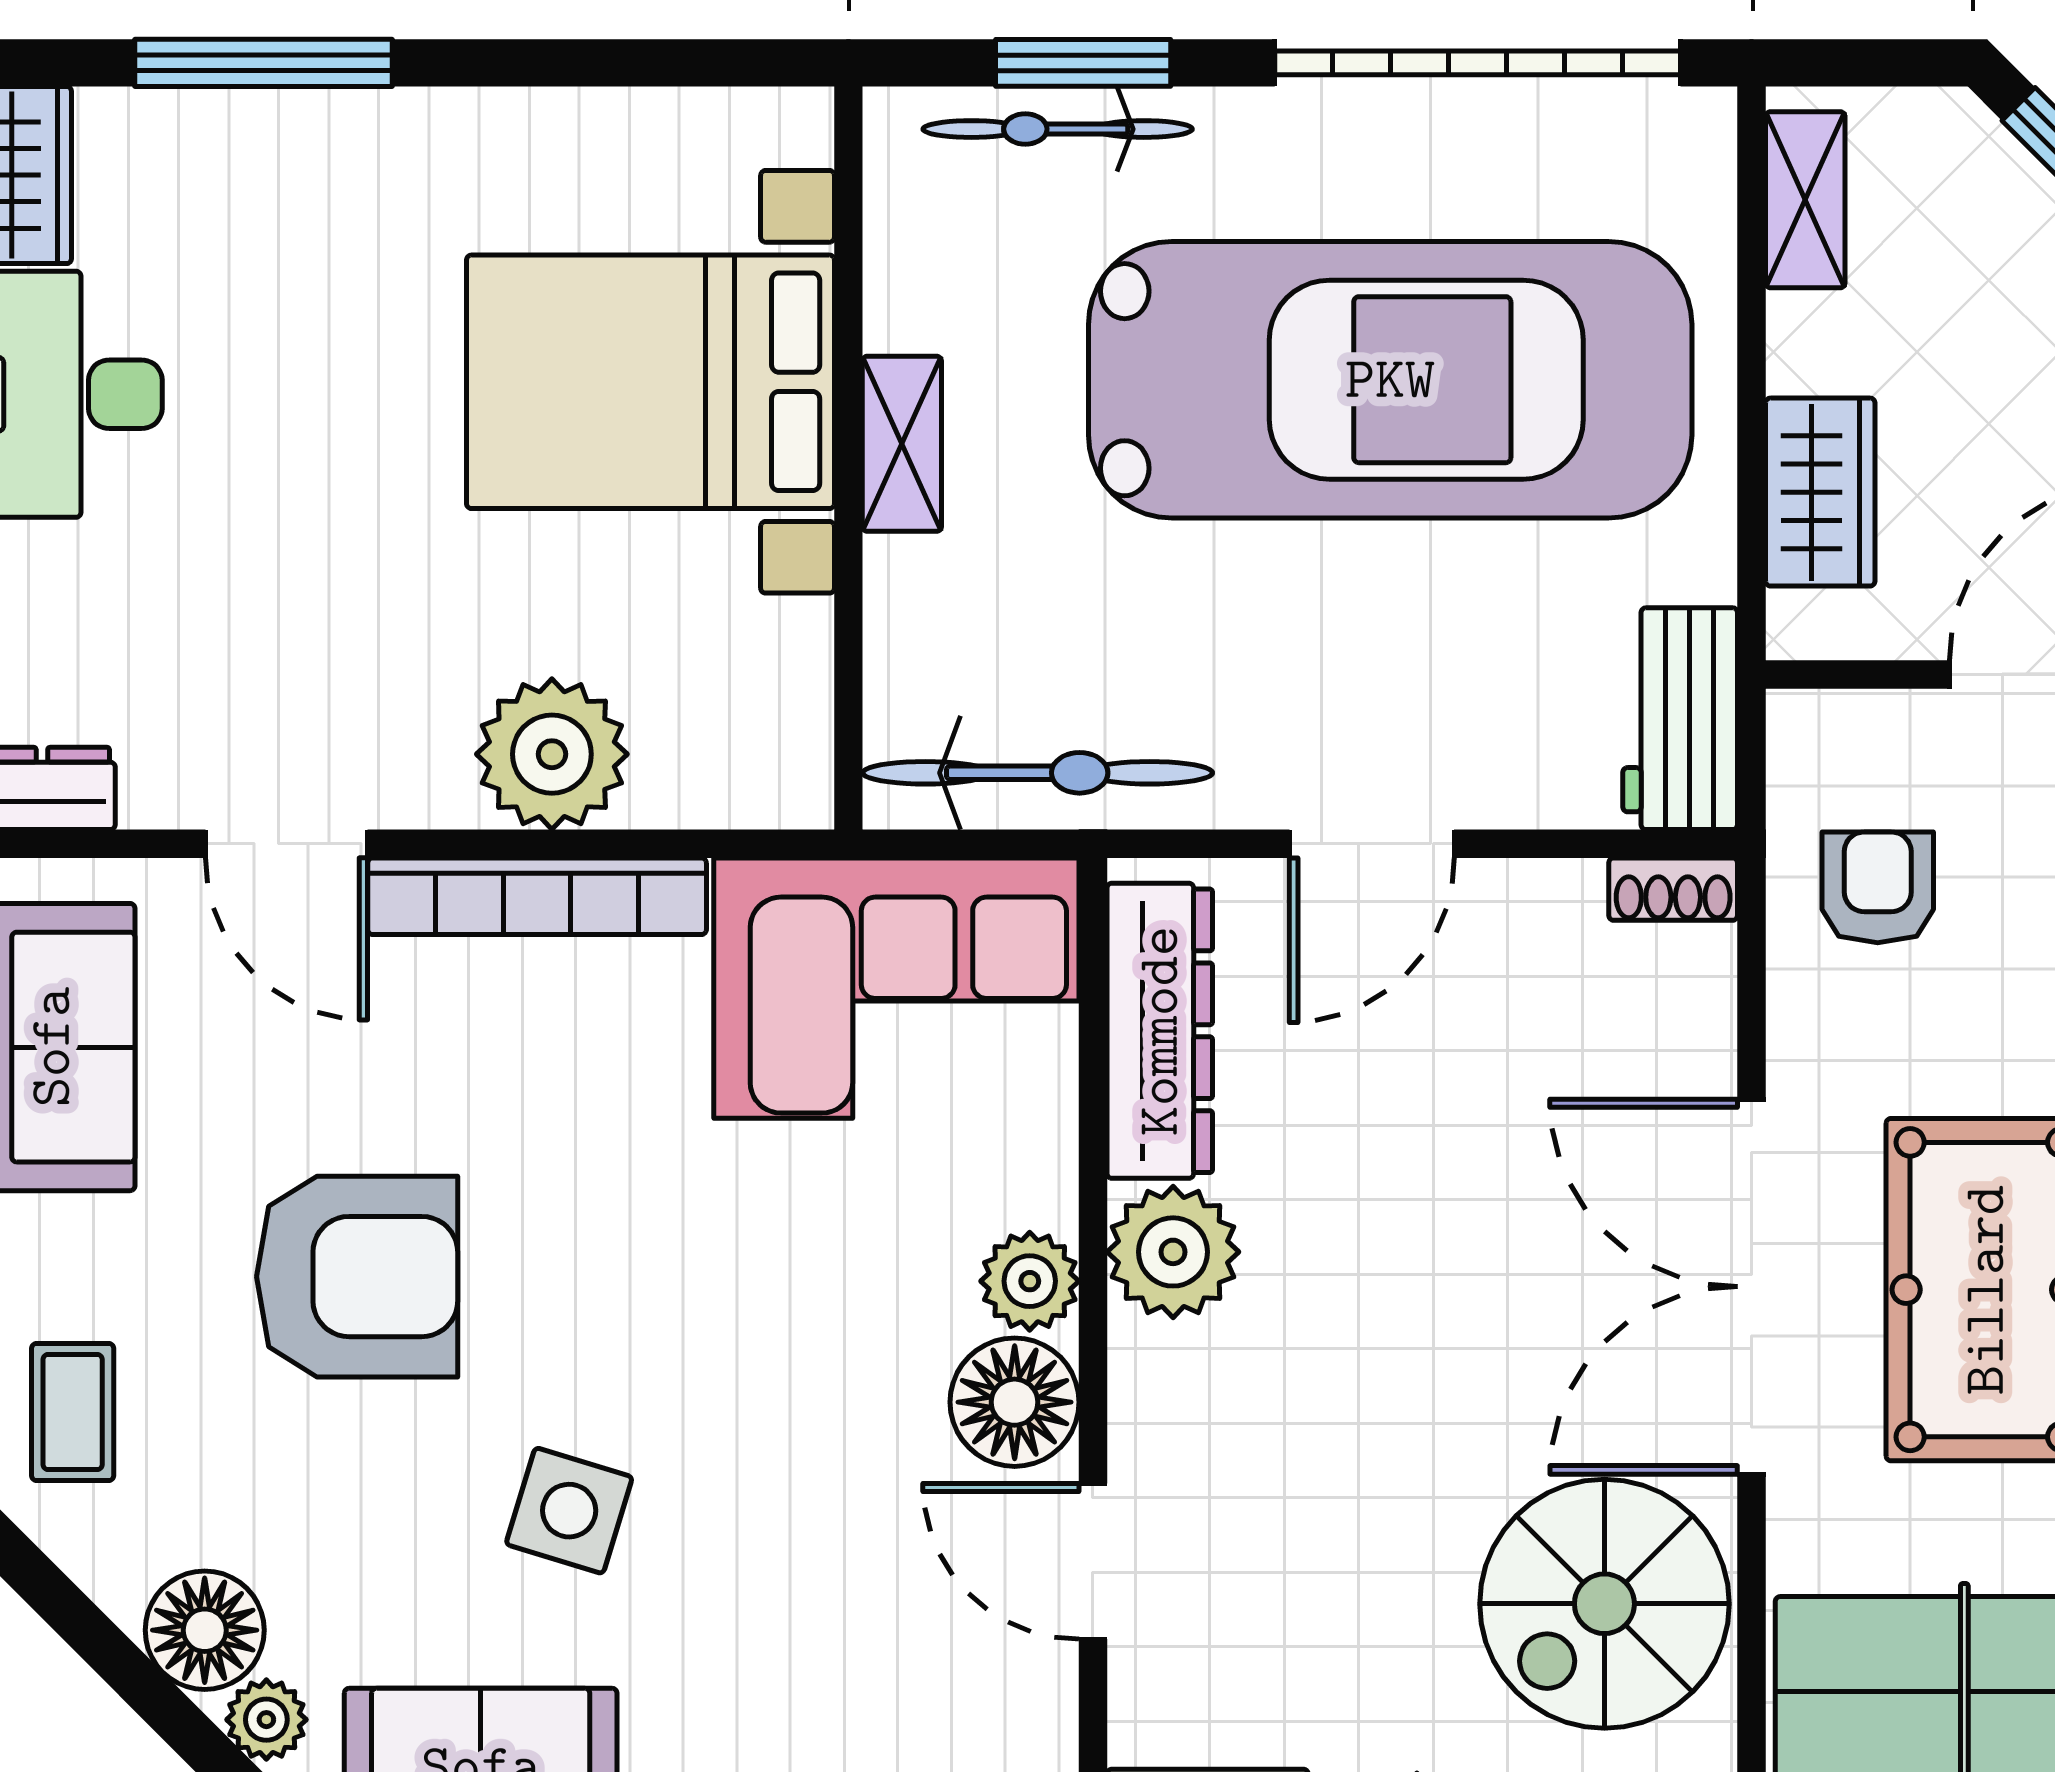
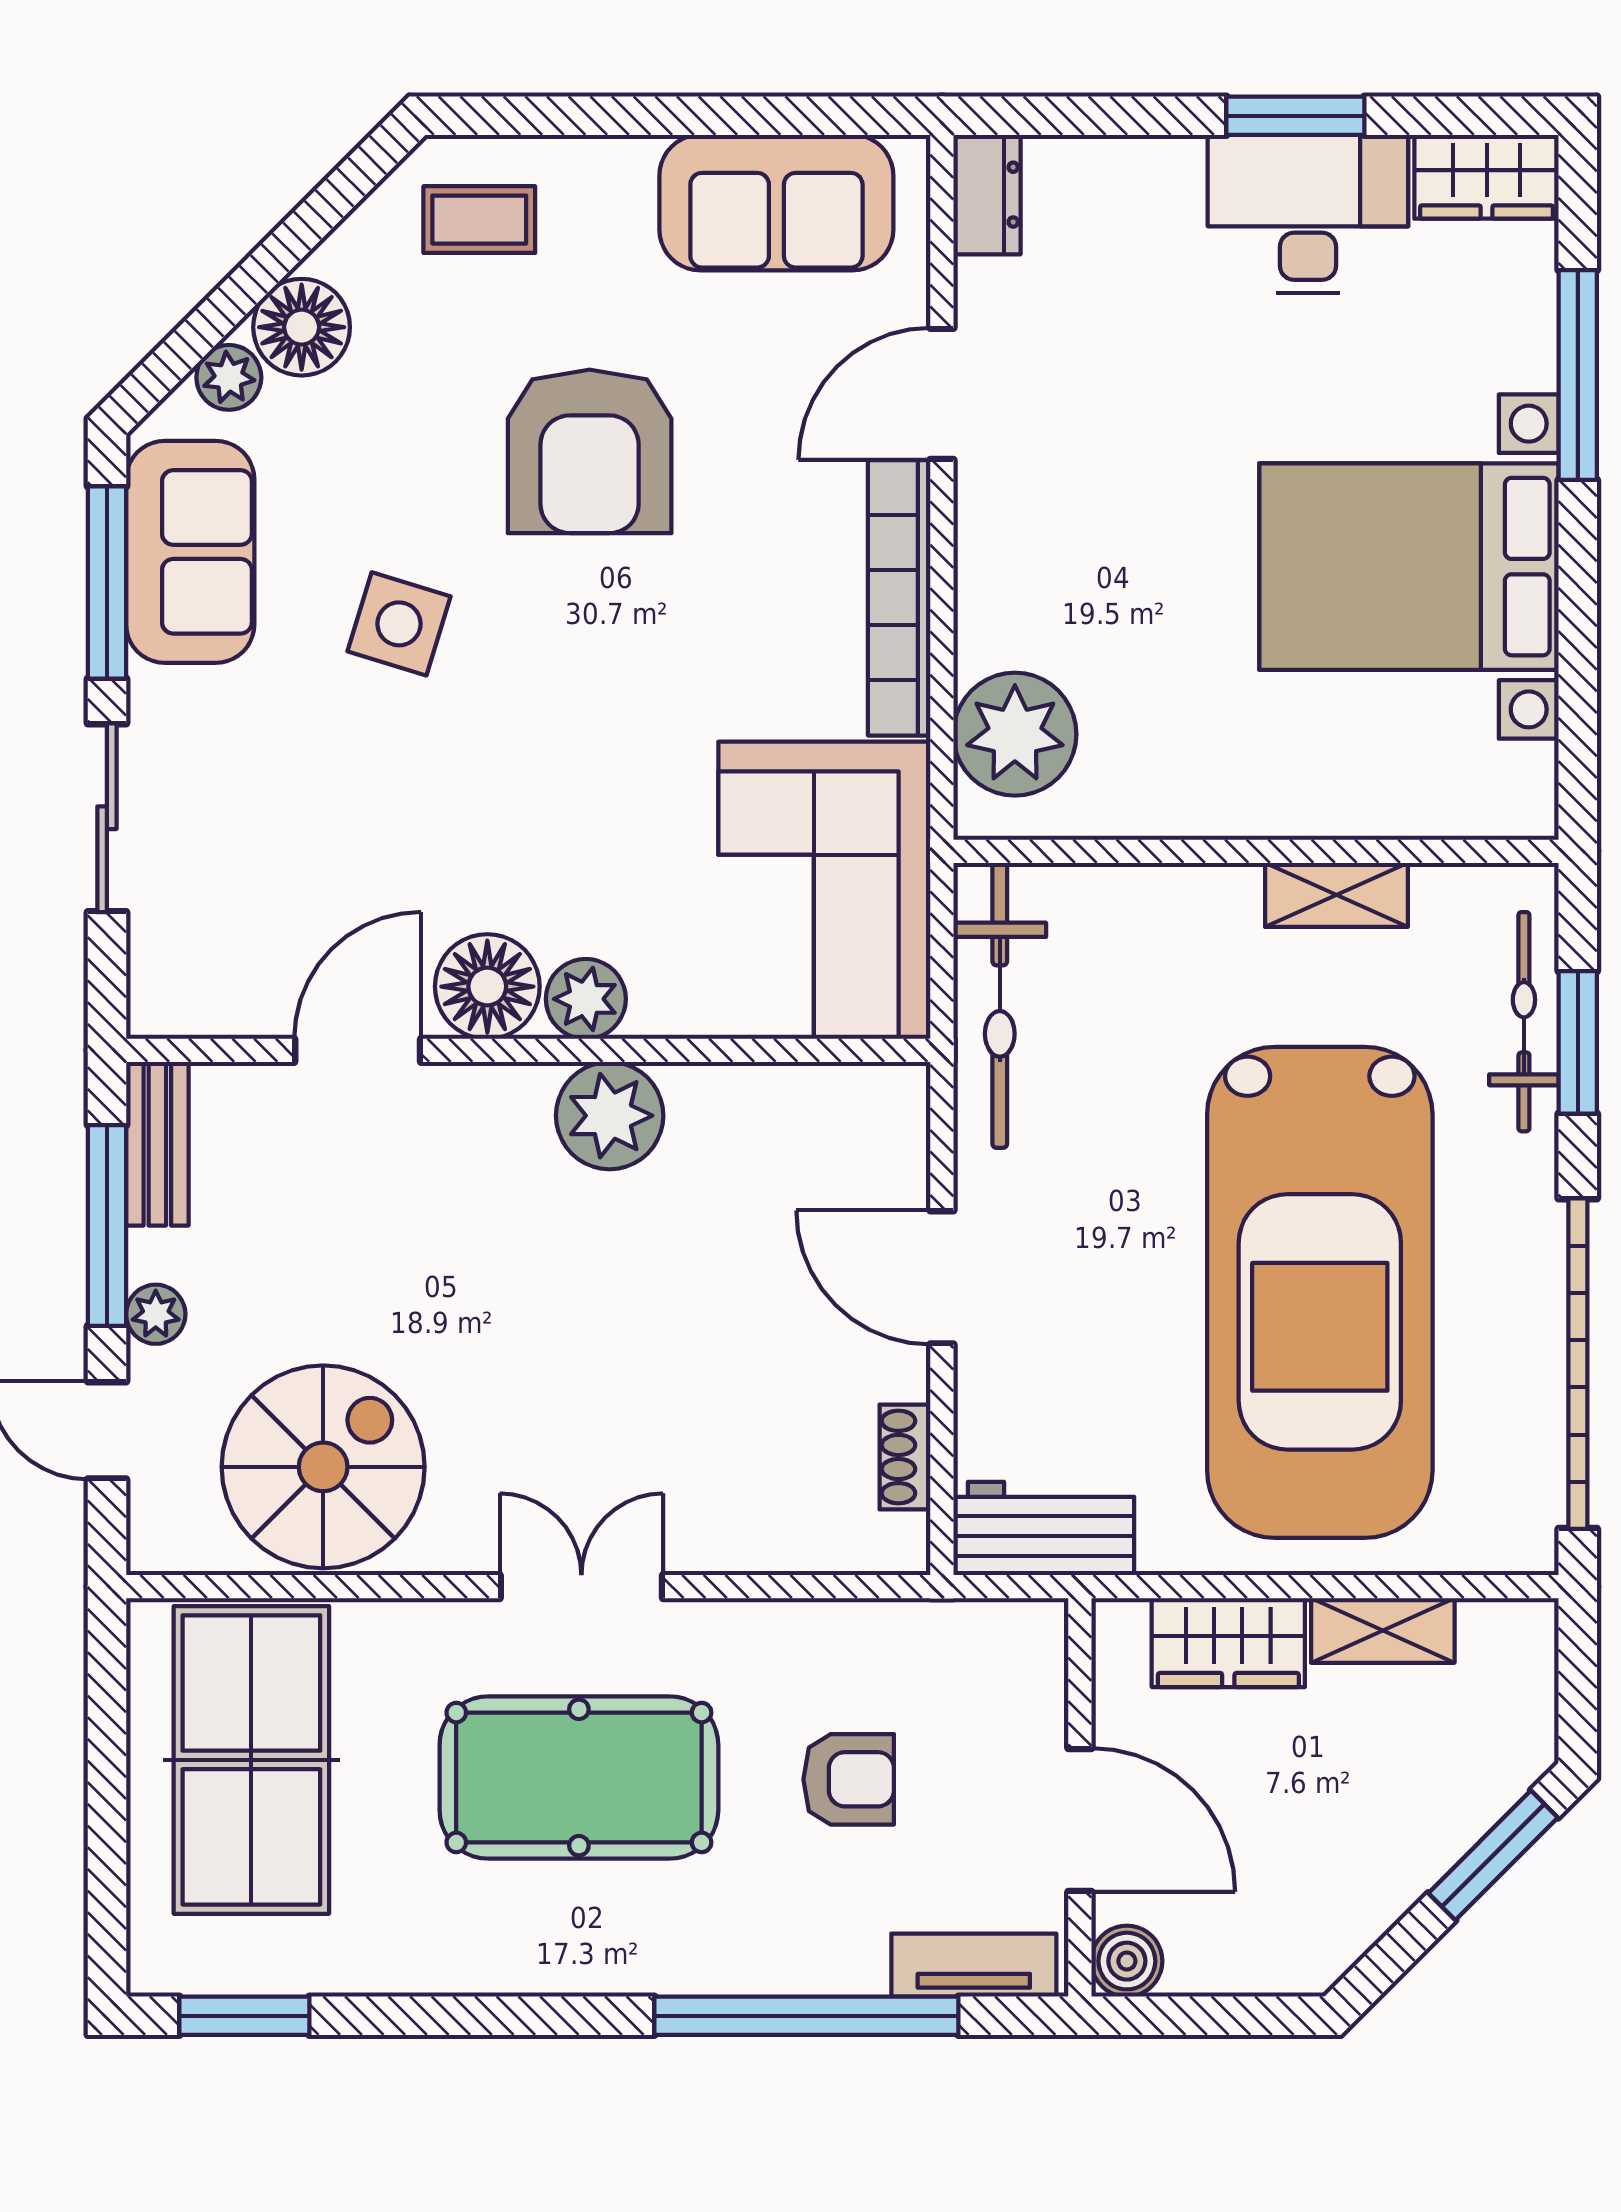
shelving: (1805, 200) -> (1383, 1630), moved
bed with nightstands: (650, 382) -> (1409, 567), moved, turned -90
shelving: (902, 444) -> (1336, 895), moved
plant: (552, 754) -> (1015, 734), moved
armchair: (1878, 887) -> (849, 1779), moved
shoe rack: (1673, 889) -> (905, 1457), moved
dresser: (1160, 1031) -> (790, 1105), removed
double door: (1752, 1287) -> (581, 1587), width x0.54
spiral stairs: (1604, 1604) -> (323, 1467), turned 90

